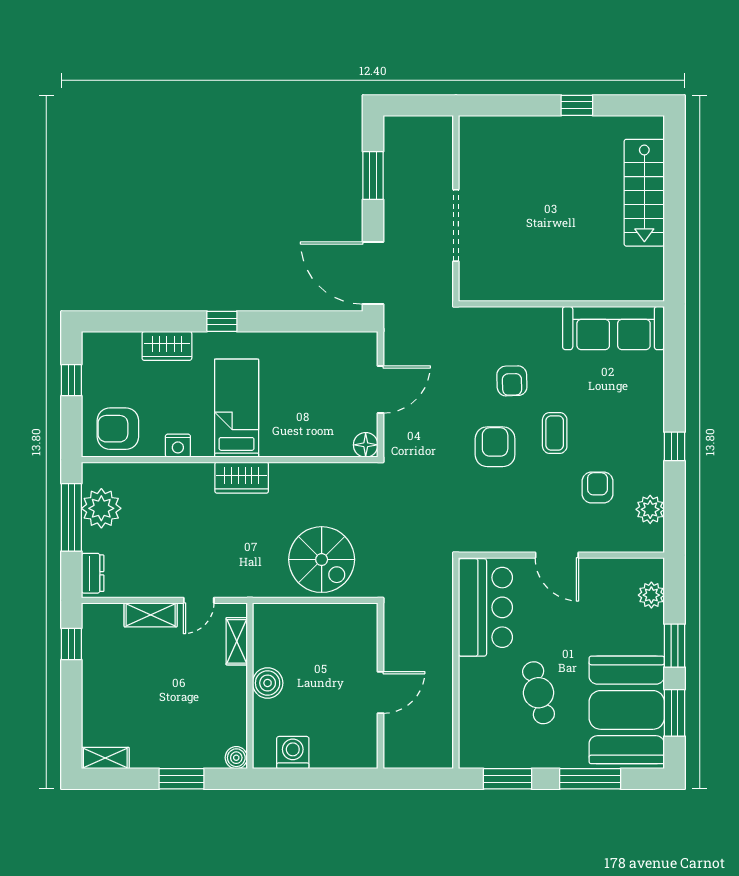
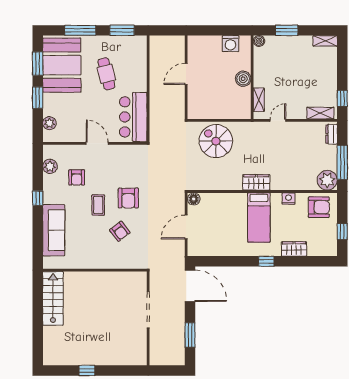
stairs: (644, 193) -> (53, 298), moved
sofa: (614, 328) -> (54, 230), moved, turned 90
armchair: (512, 381) -> (120, 231), turned 145
plant: (101, 508) -> (327, 180), moved
shelving: (151, 615) -> (320, 113), moved

